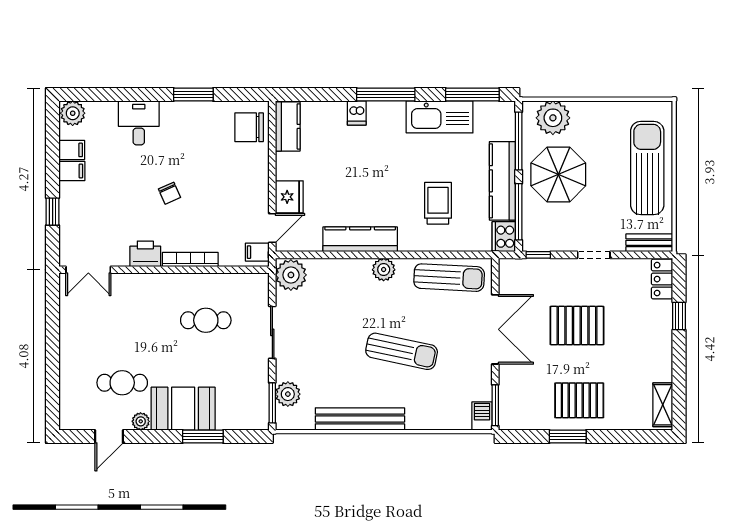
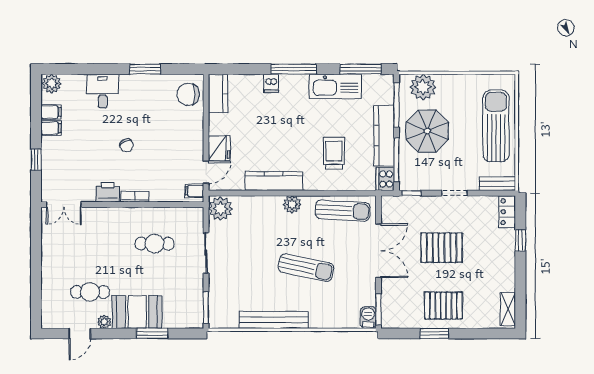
bookcase: (190, 259) -> (135, 197), width x0.64
plant: (288, 394) -> (218, 301), removed

